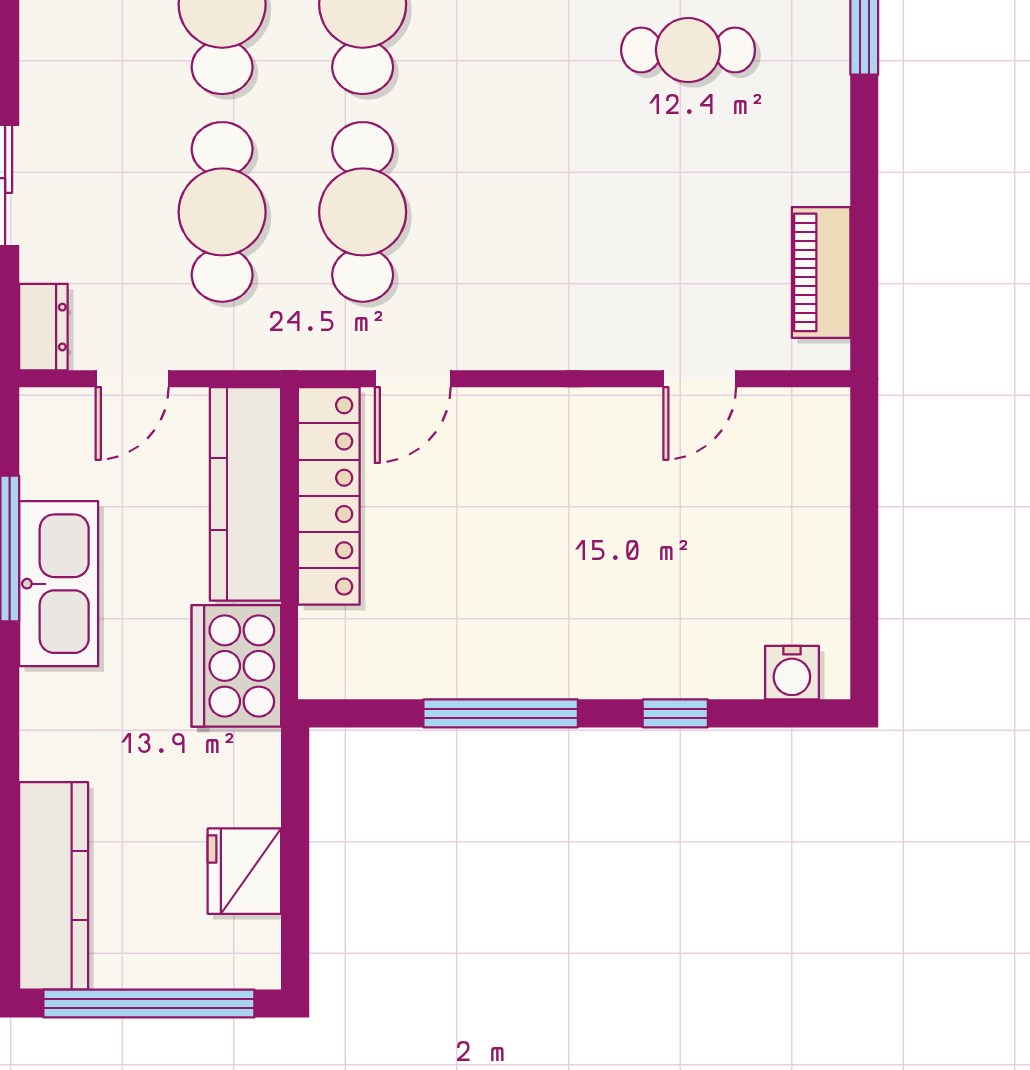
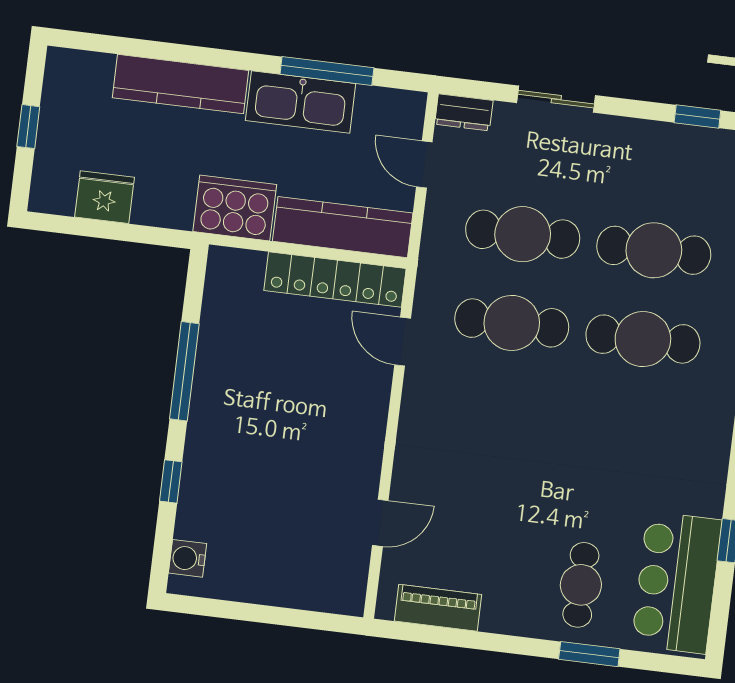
cafe table: (688, 50) -> (581, 585), moved
door: (700, 379) -> (380, 523), swing flipped
kitchen counter: (54, 886) -> (181, 84), moved
window: (149, 1004) -> (28, 127), width x0.32

